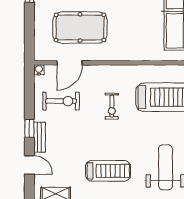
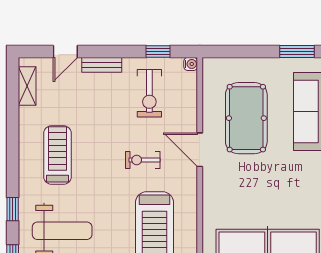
door: (70, 63) -> (200, 150), moved
window: (29, 128) -> (158, 51), moved
treadmill: (108, 171) -> (58, 155), turned 180

